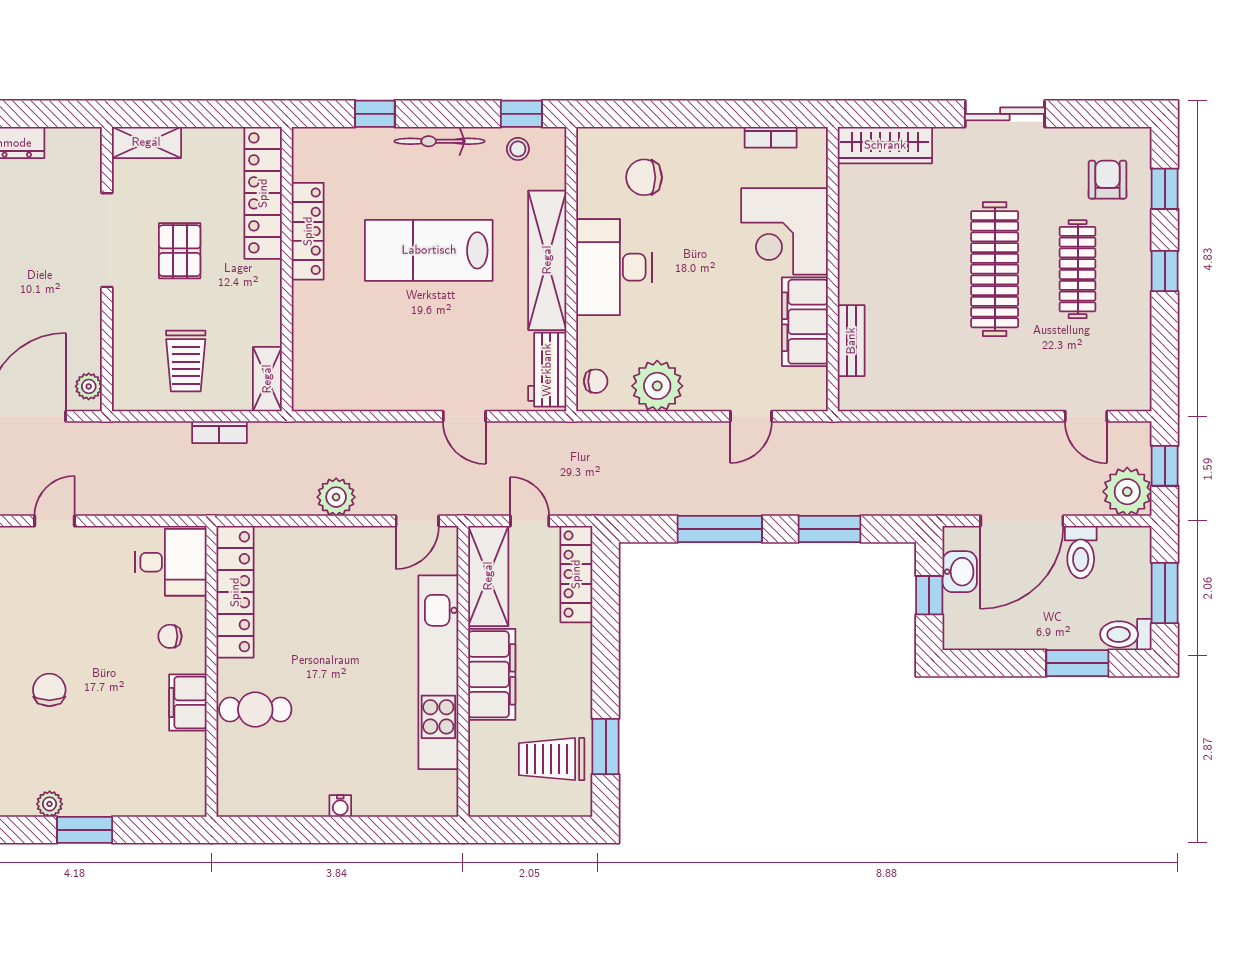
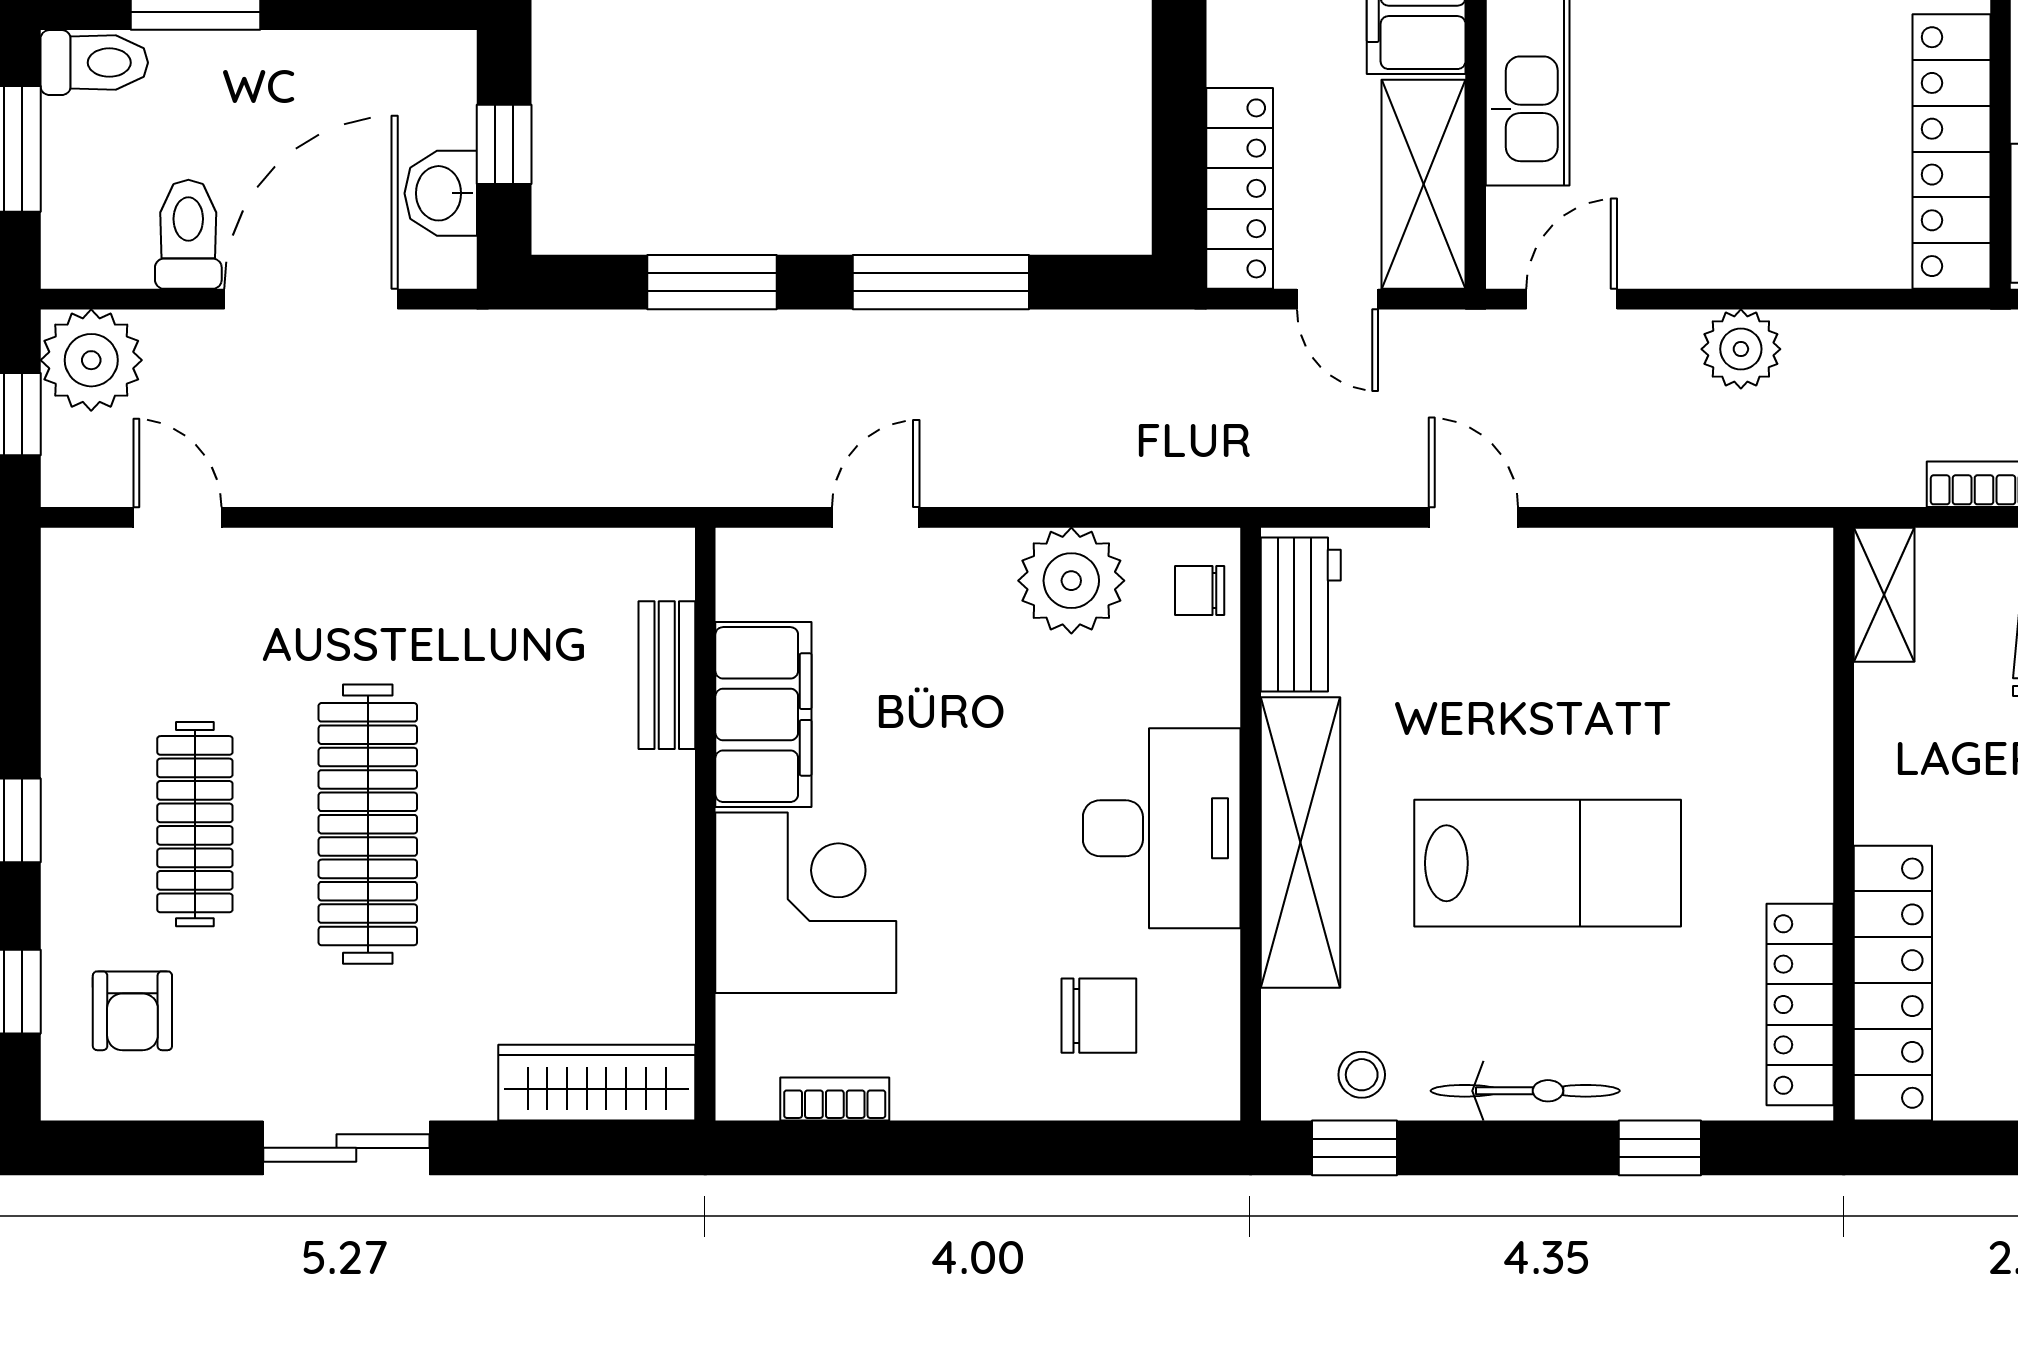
locker: (308, 231) -> (1800, 1005), moved

